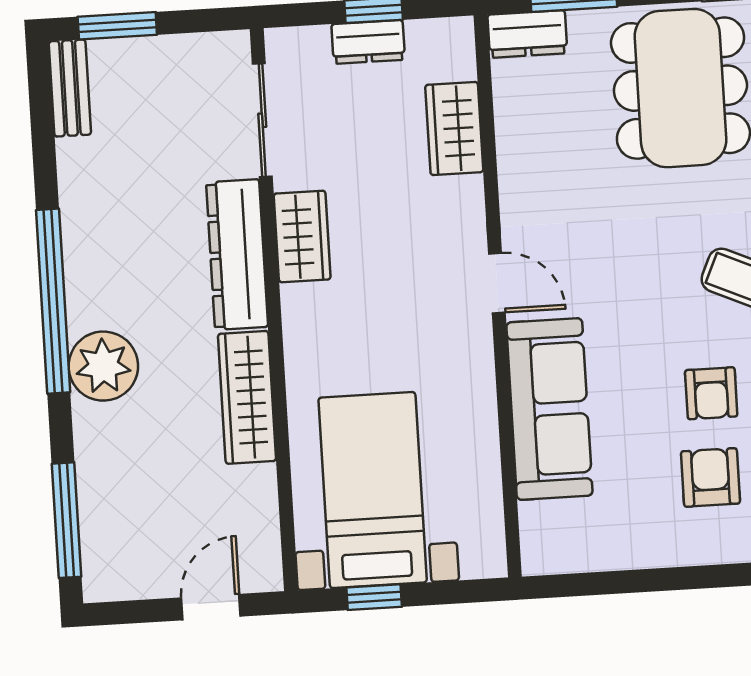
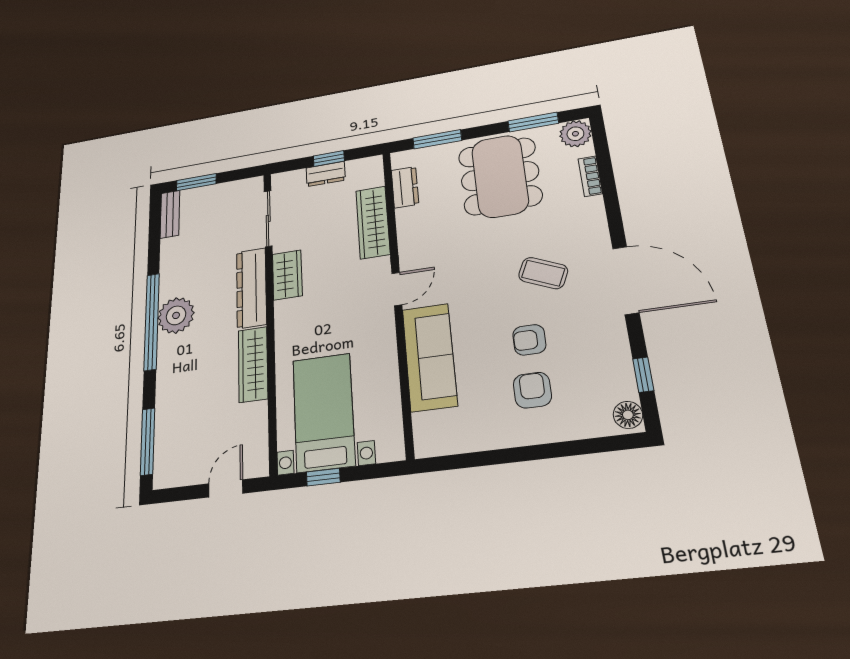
dresser: (527, 34) -> (405, 187), moved, turned -90
wardrobe: (454, 128) -> (373, 222), width x1.50
door: (497, 283) -> (397, 289), hinge flipped
plant: (103, 366) -> (176, 315), moved
armchair: (711, 393) -> (529, 340), turned 90

